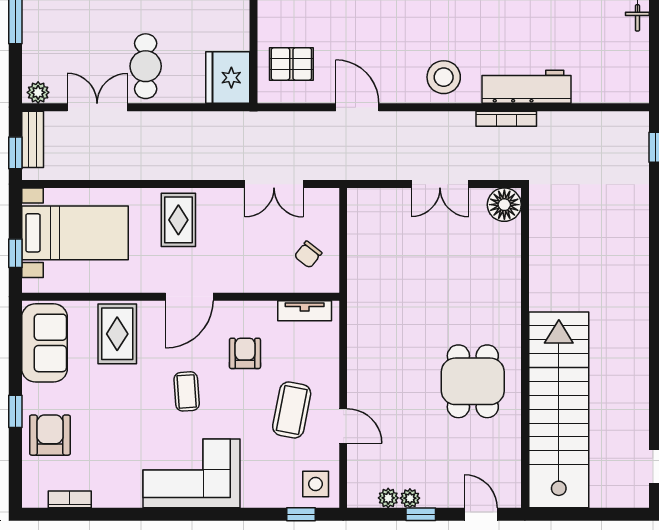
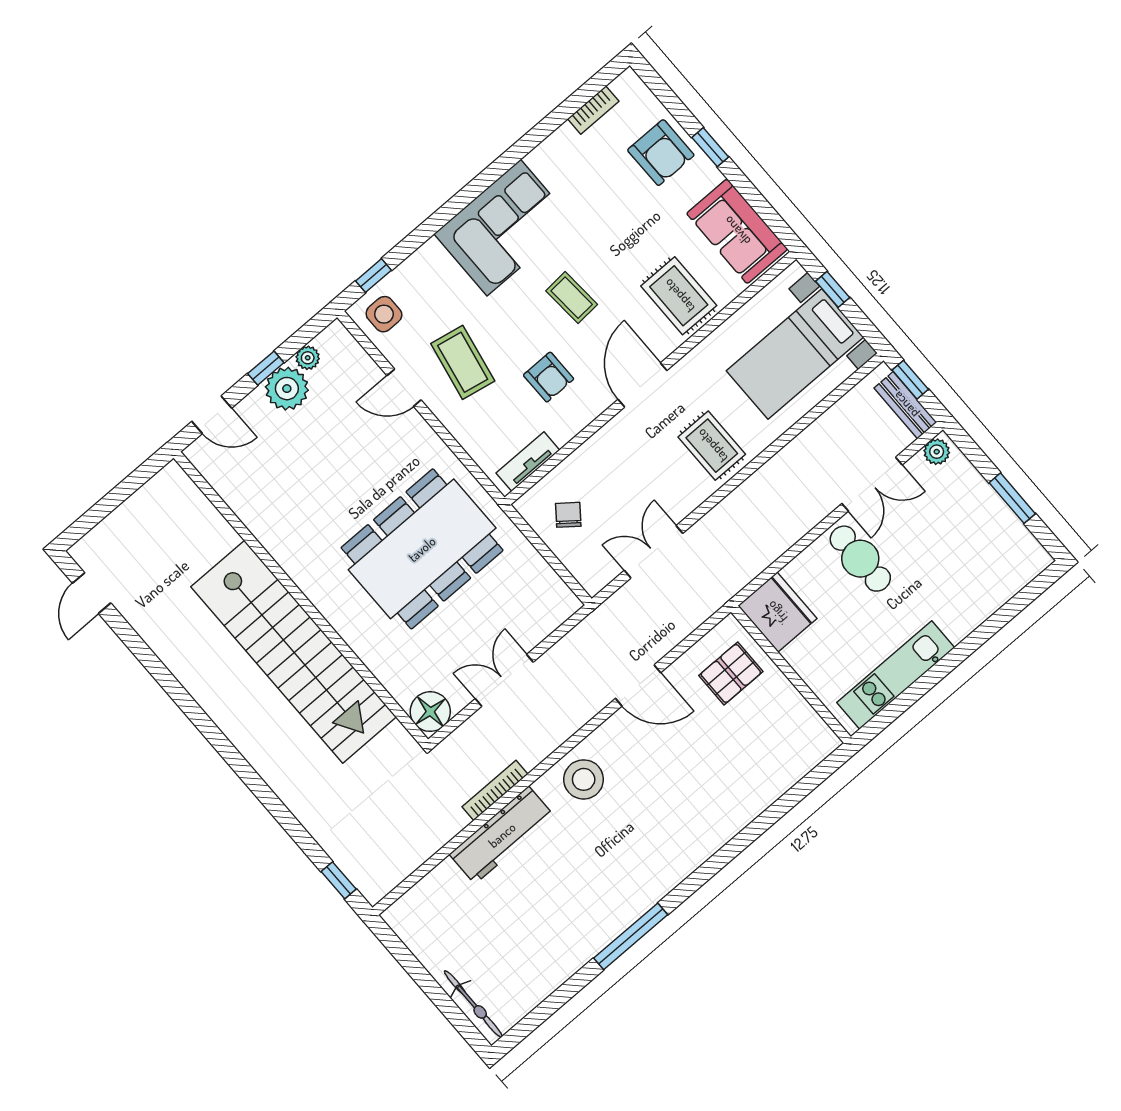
dining table: (473, 381) -> (422, 549), moved, width x1.87, depth x1.24
stairs: (559, 410) -> (294, 652), moved
plant: (410, 498) -> (287, 389), width x1.87, depth x1.87

